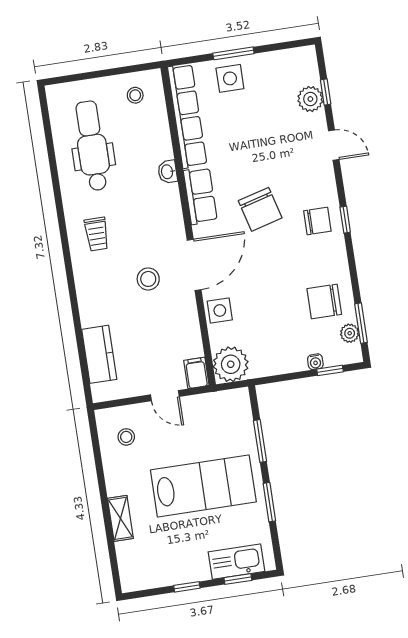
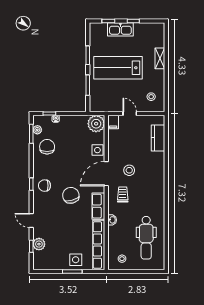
trolley: (97, 234) -> (123, 195), moved
chair: (324, 302) -> (47, 147), turned -90
kitchen sink: (236, 562) -> (120, 29), moved

